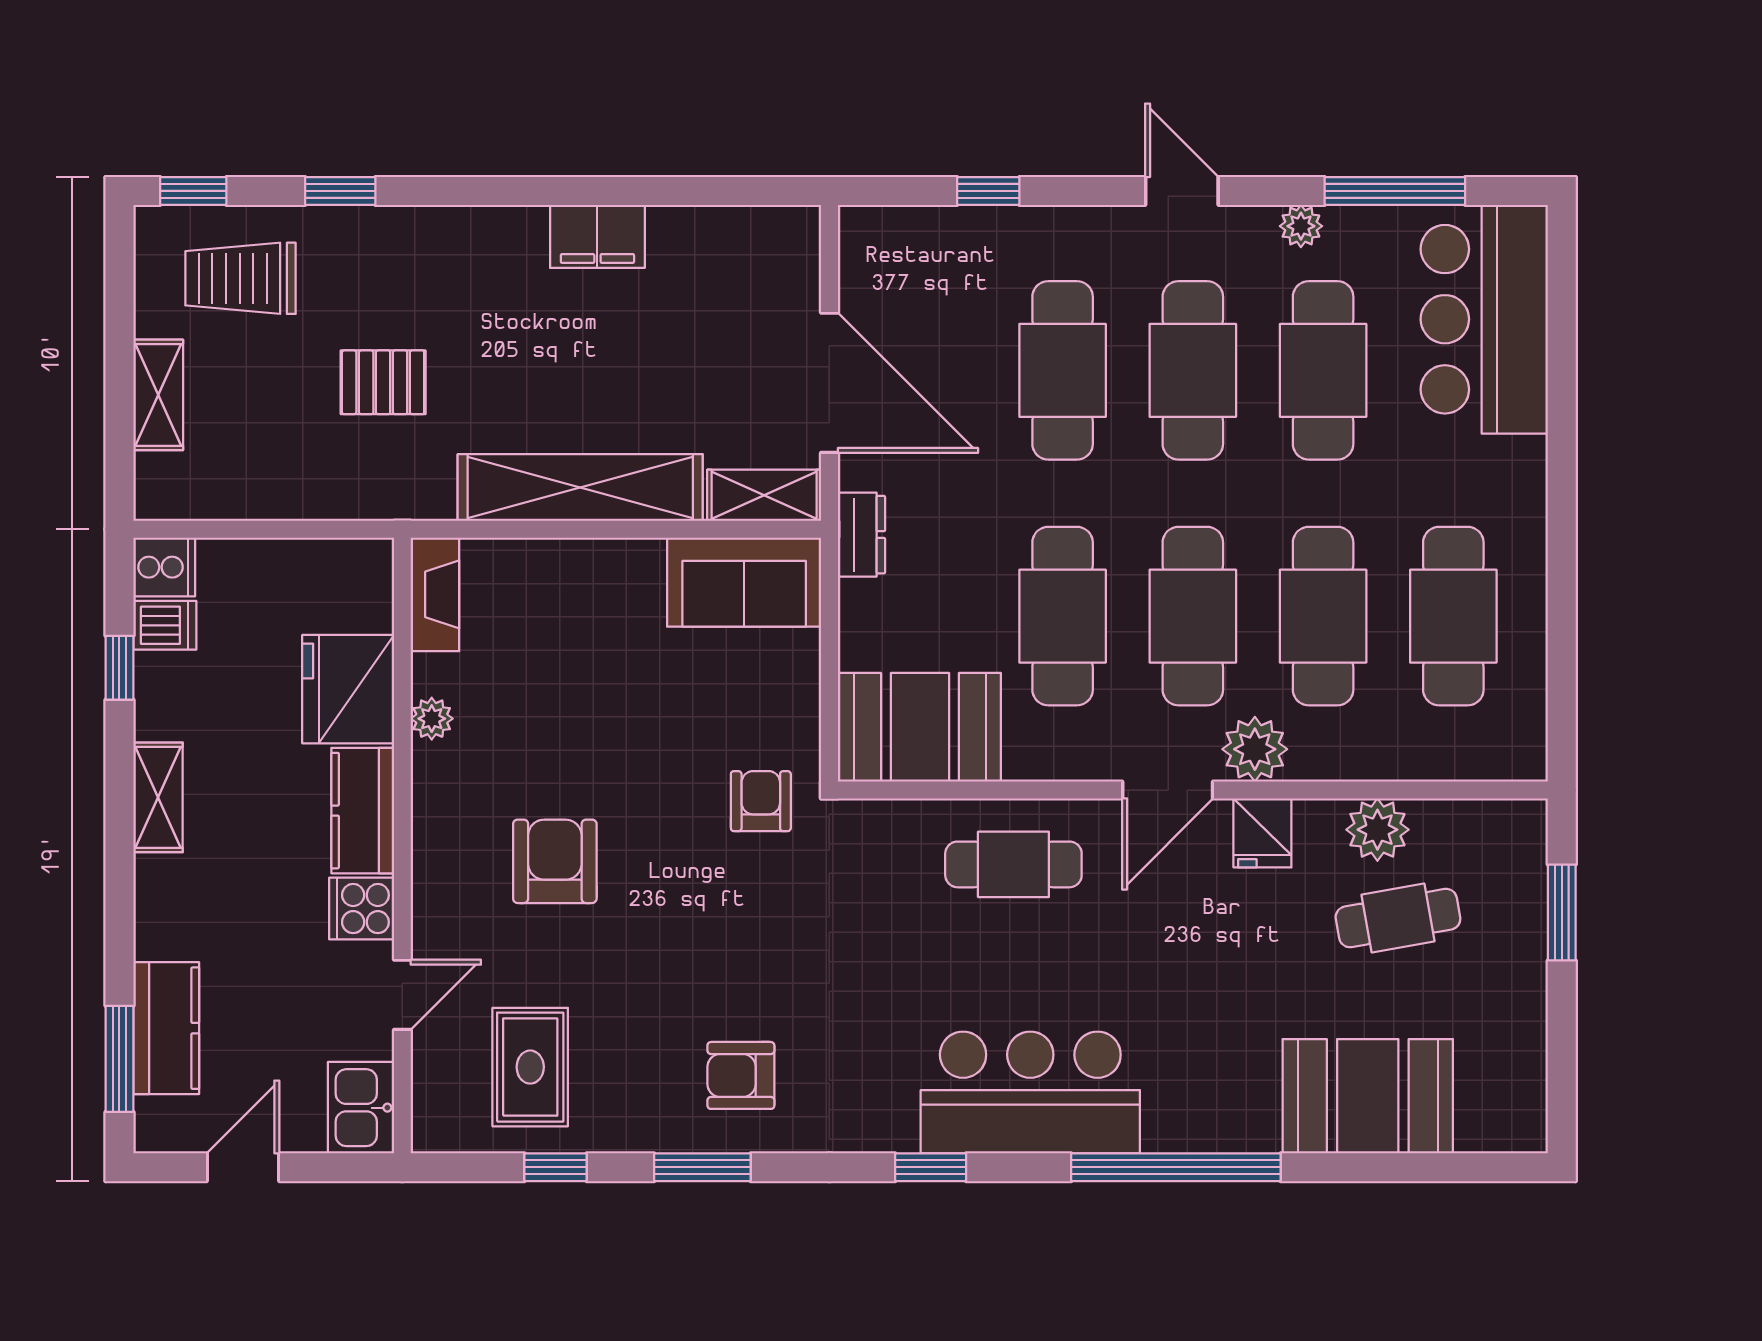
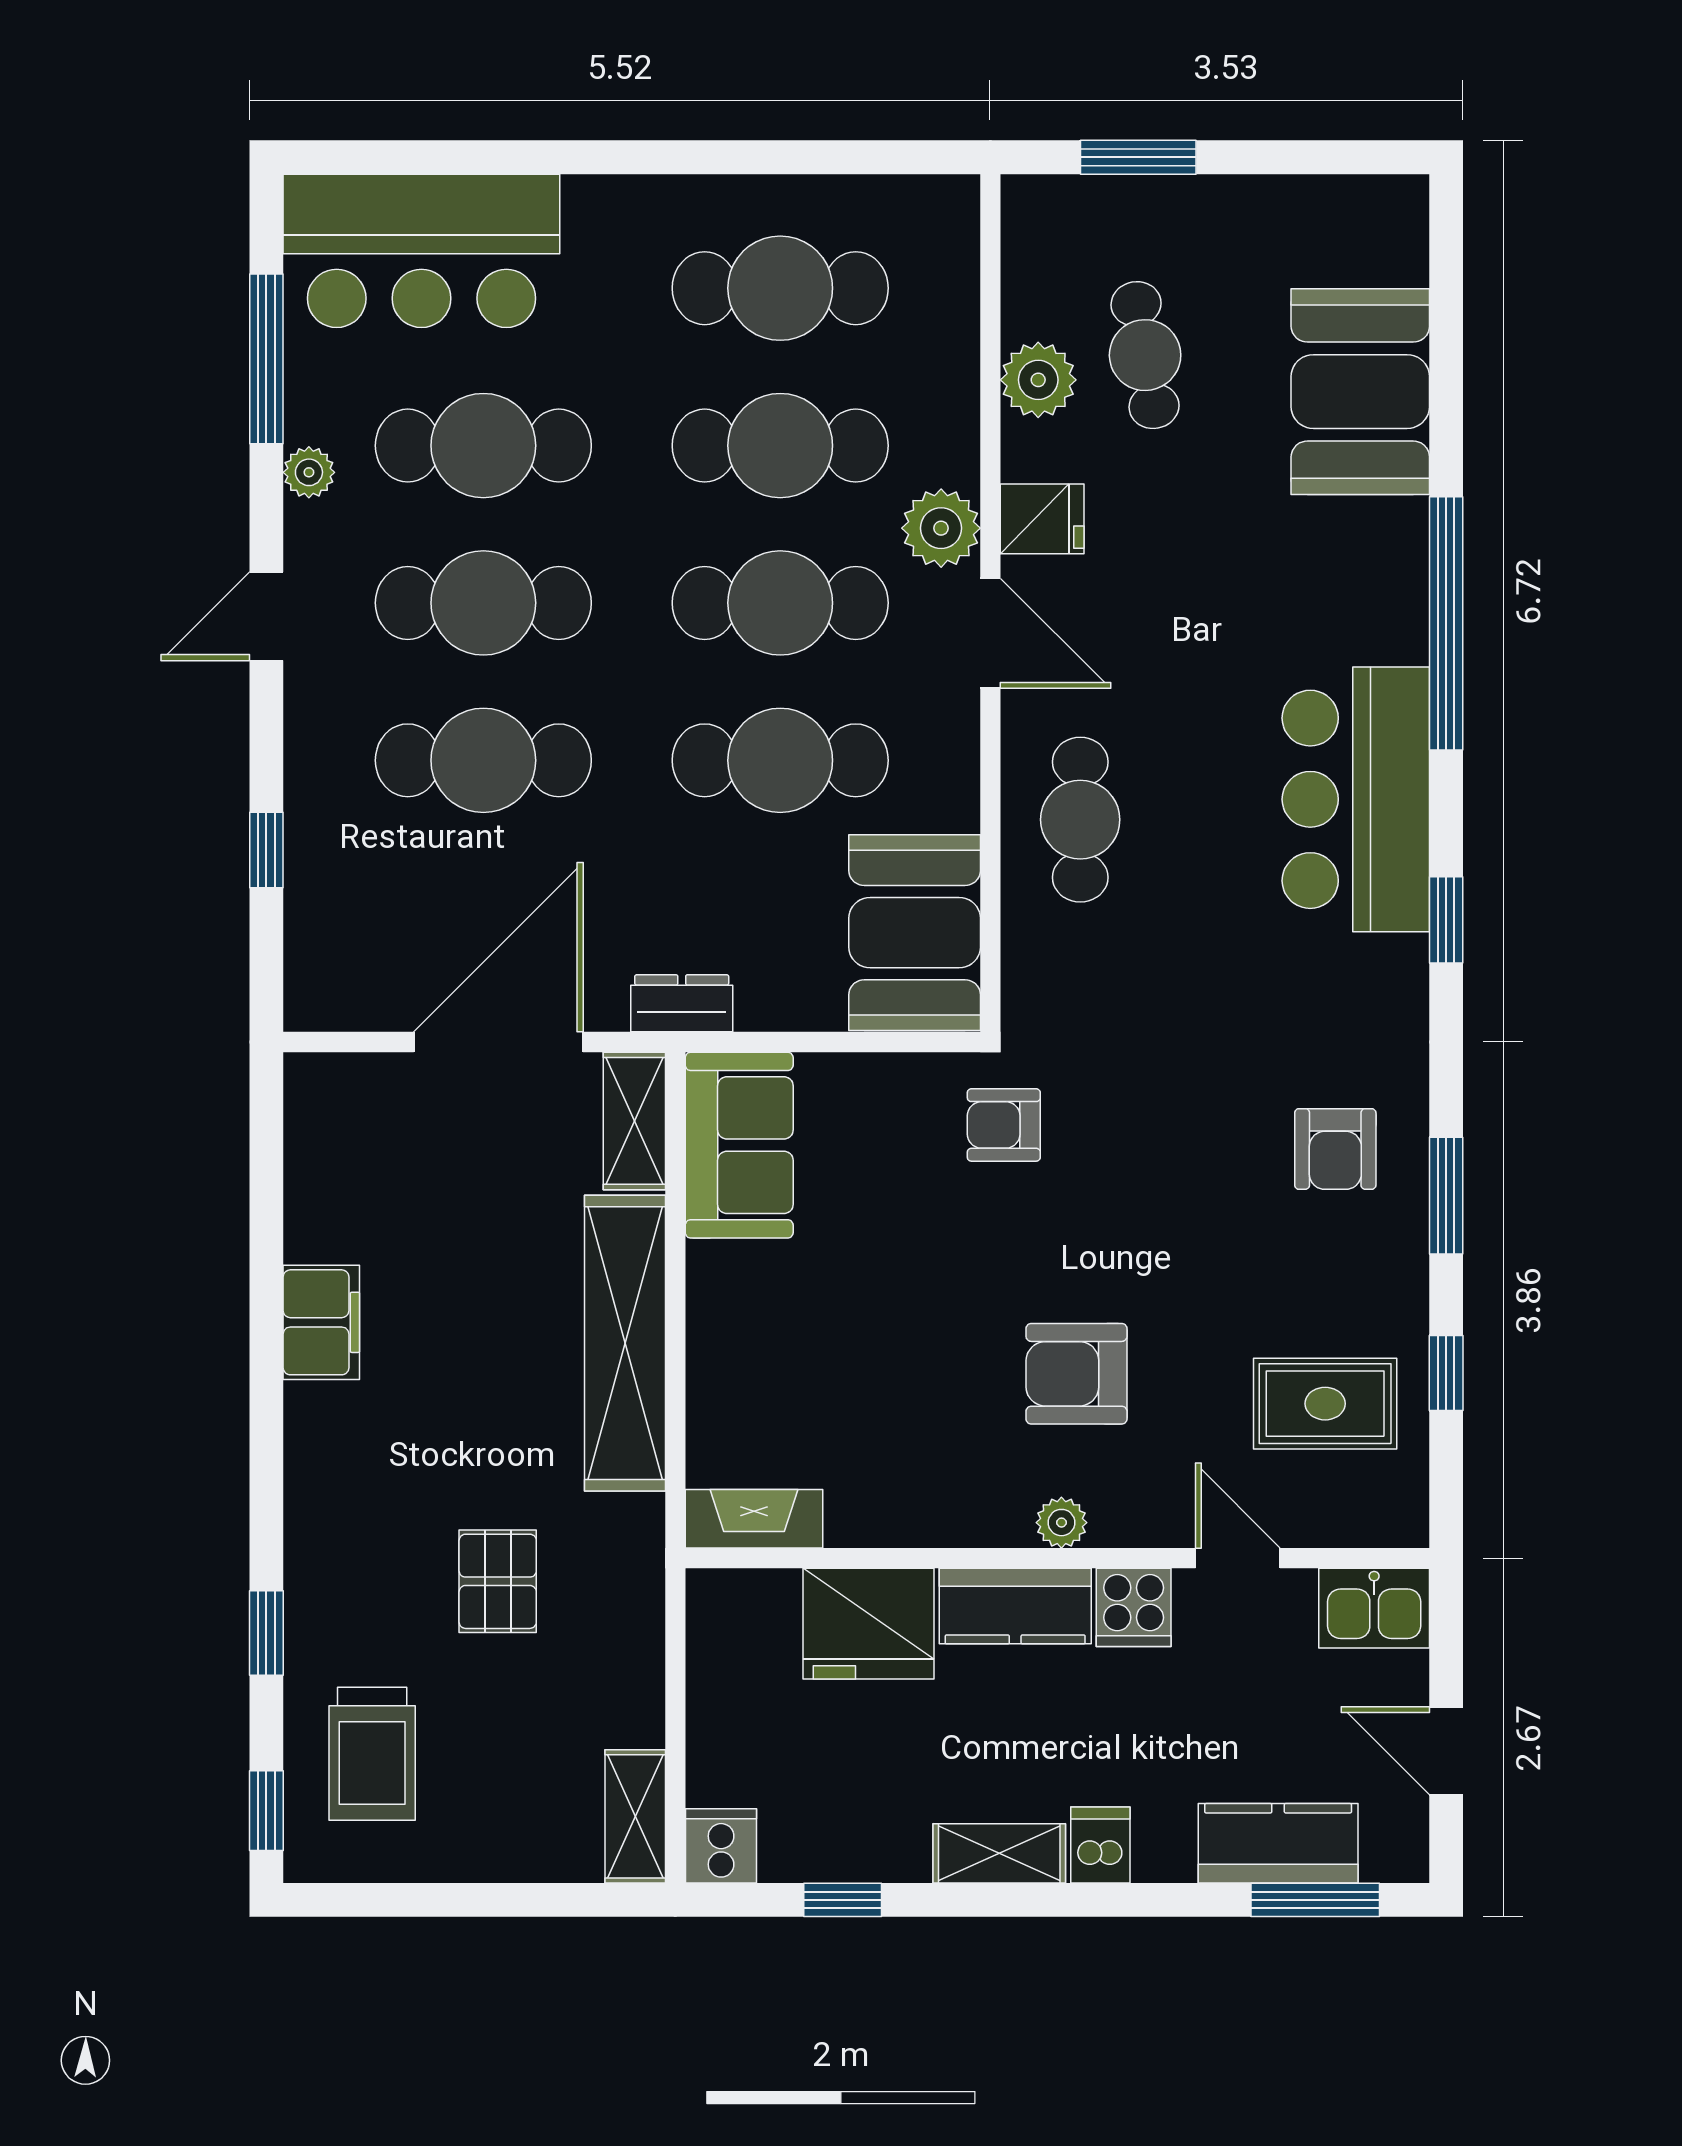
shelving: (158, 395) -> (635, 1816), moved, turned 90
dishwasher: (165, 625) -> (1100, 1845), moved
plant: (432, 719) -> (1061, 1523), moved

